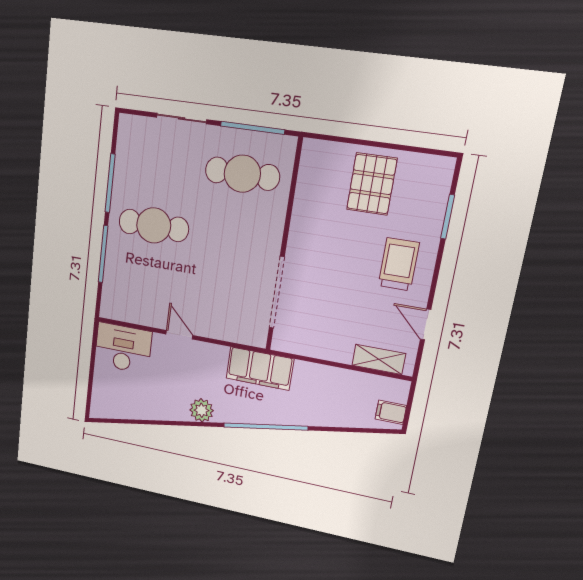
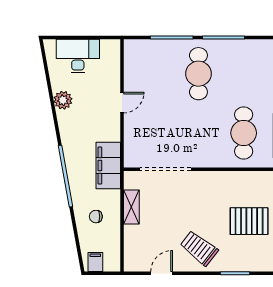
trolley: (399, 264) -> (199, 248), turned -142
desk: (123, 348) -> (78, 56), moved, turned -90
shelving: (379, 359) -> (131, 207), moved
chair: (327, 399) -> (96, 217), added
plant: (202, 410) -> (63, 100), moved

